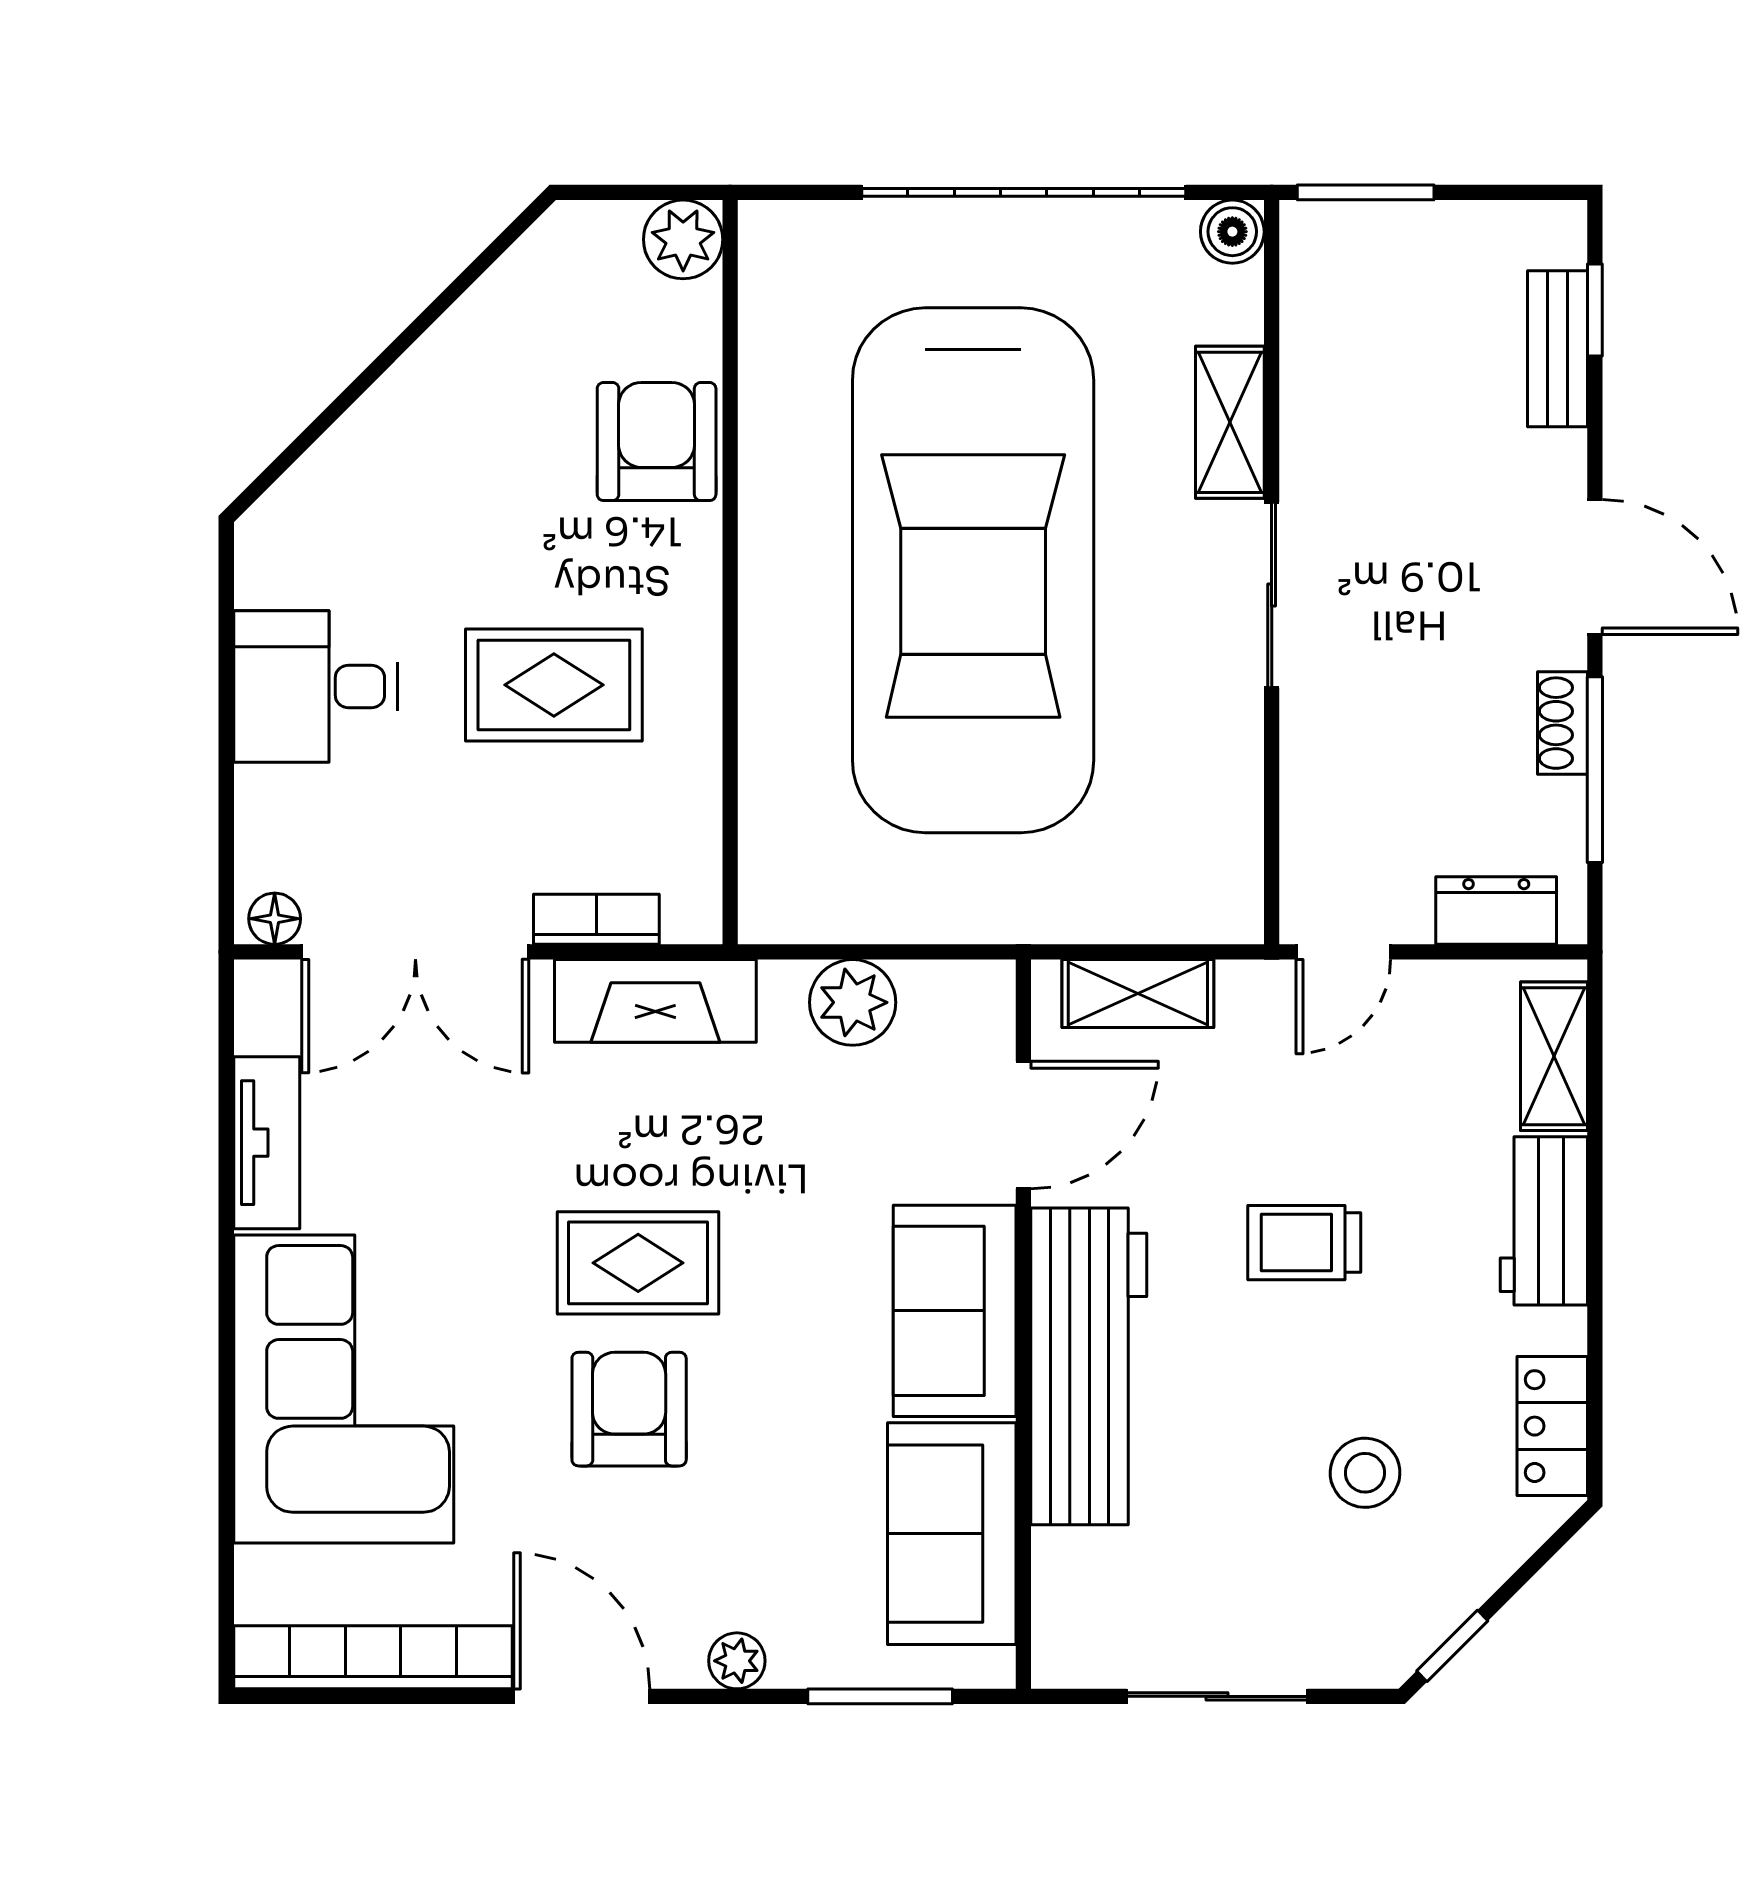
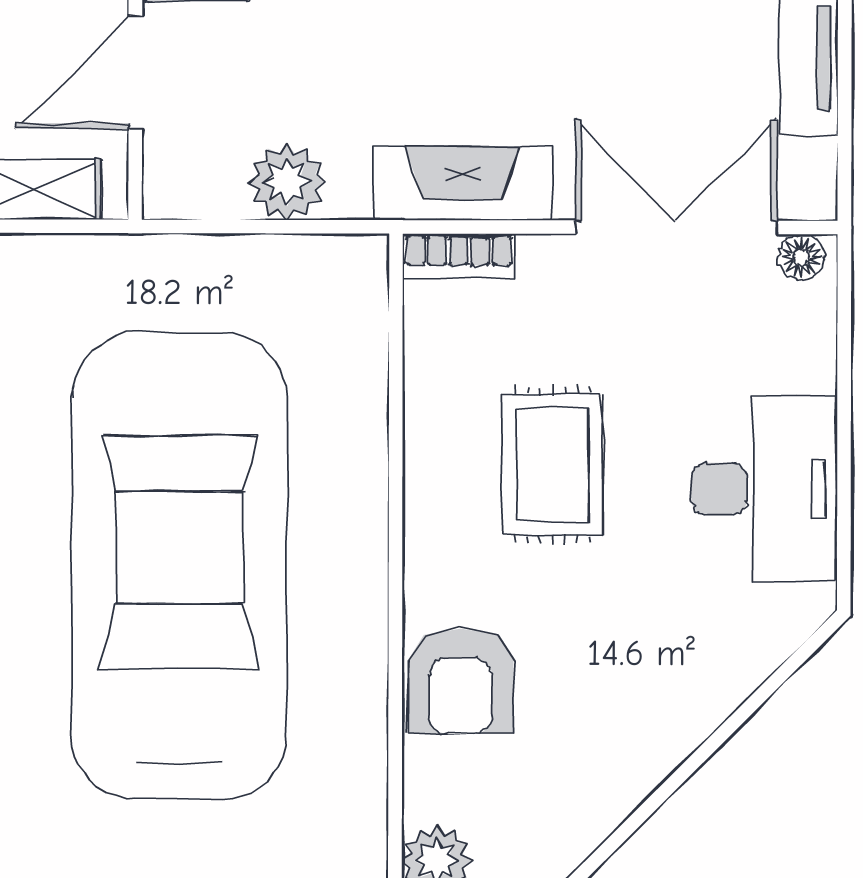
rug: (554, 685) -> (552, 465), turned 90
desk: (316, 686) -> (764, 489), width x1.37
bookcase: (596, 919) -> (459, 256), moved

